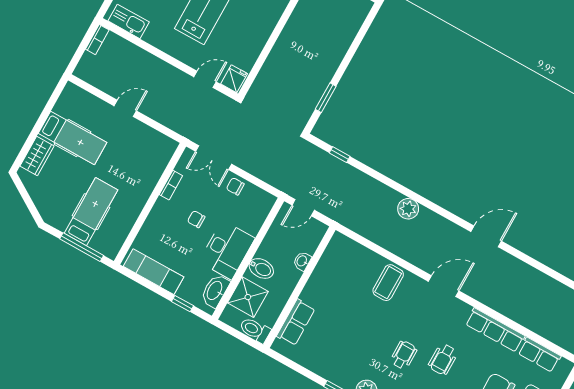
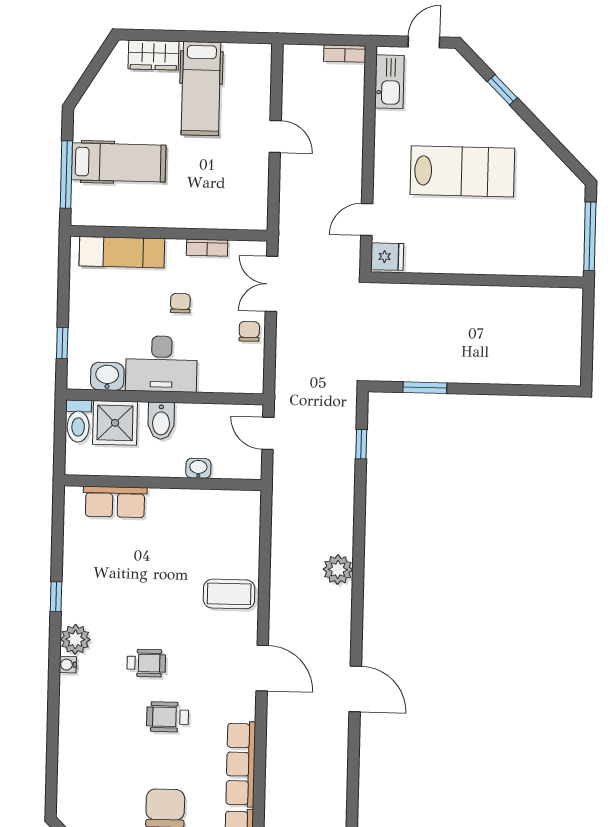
door: (205, 79) -> (367, 219), swing flipped
exam couch: (154, 272) -> (122, 252), moved, turned 90
washbasin: (215, 291) -> (107, 376), width x0.72
toilet: (255, 330) -> (78, 421), moved, turned 180

